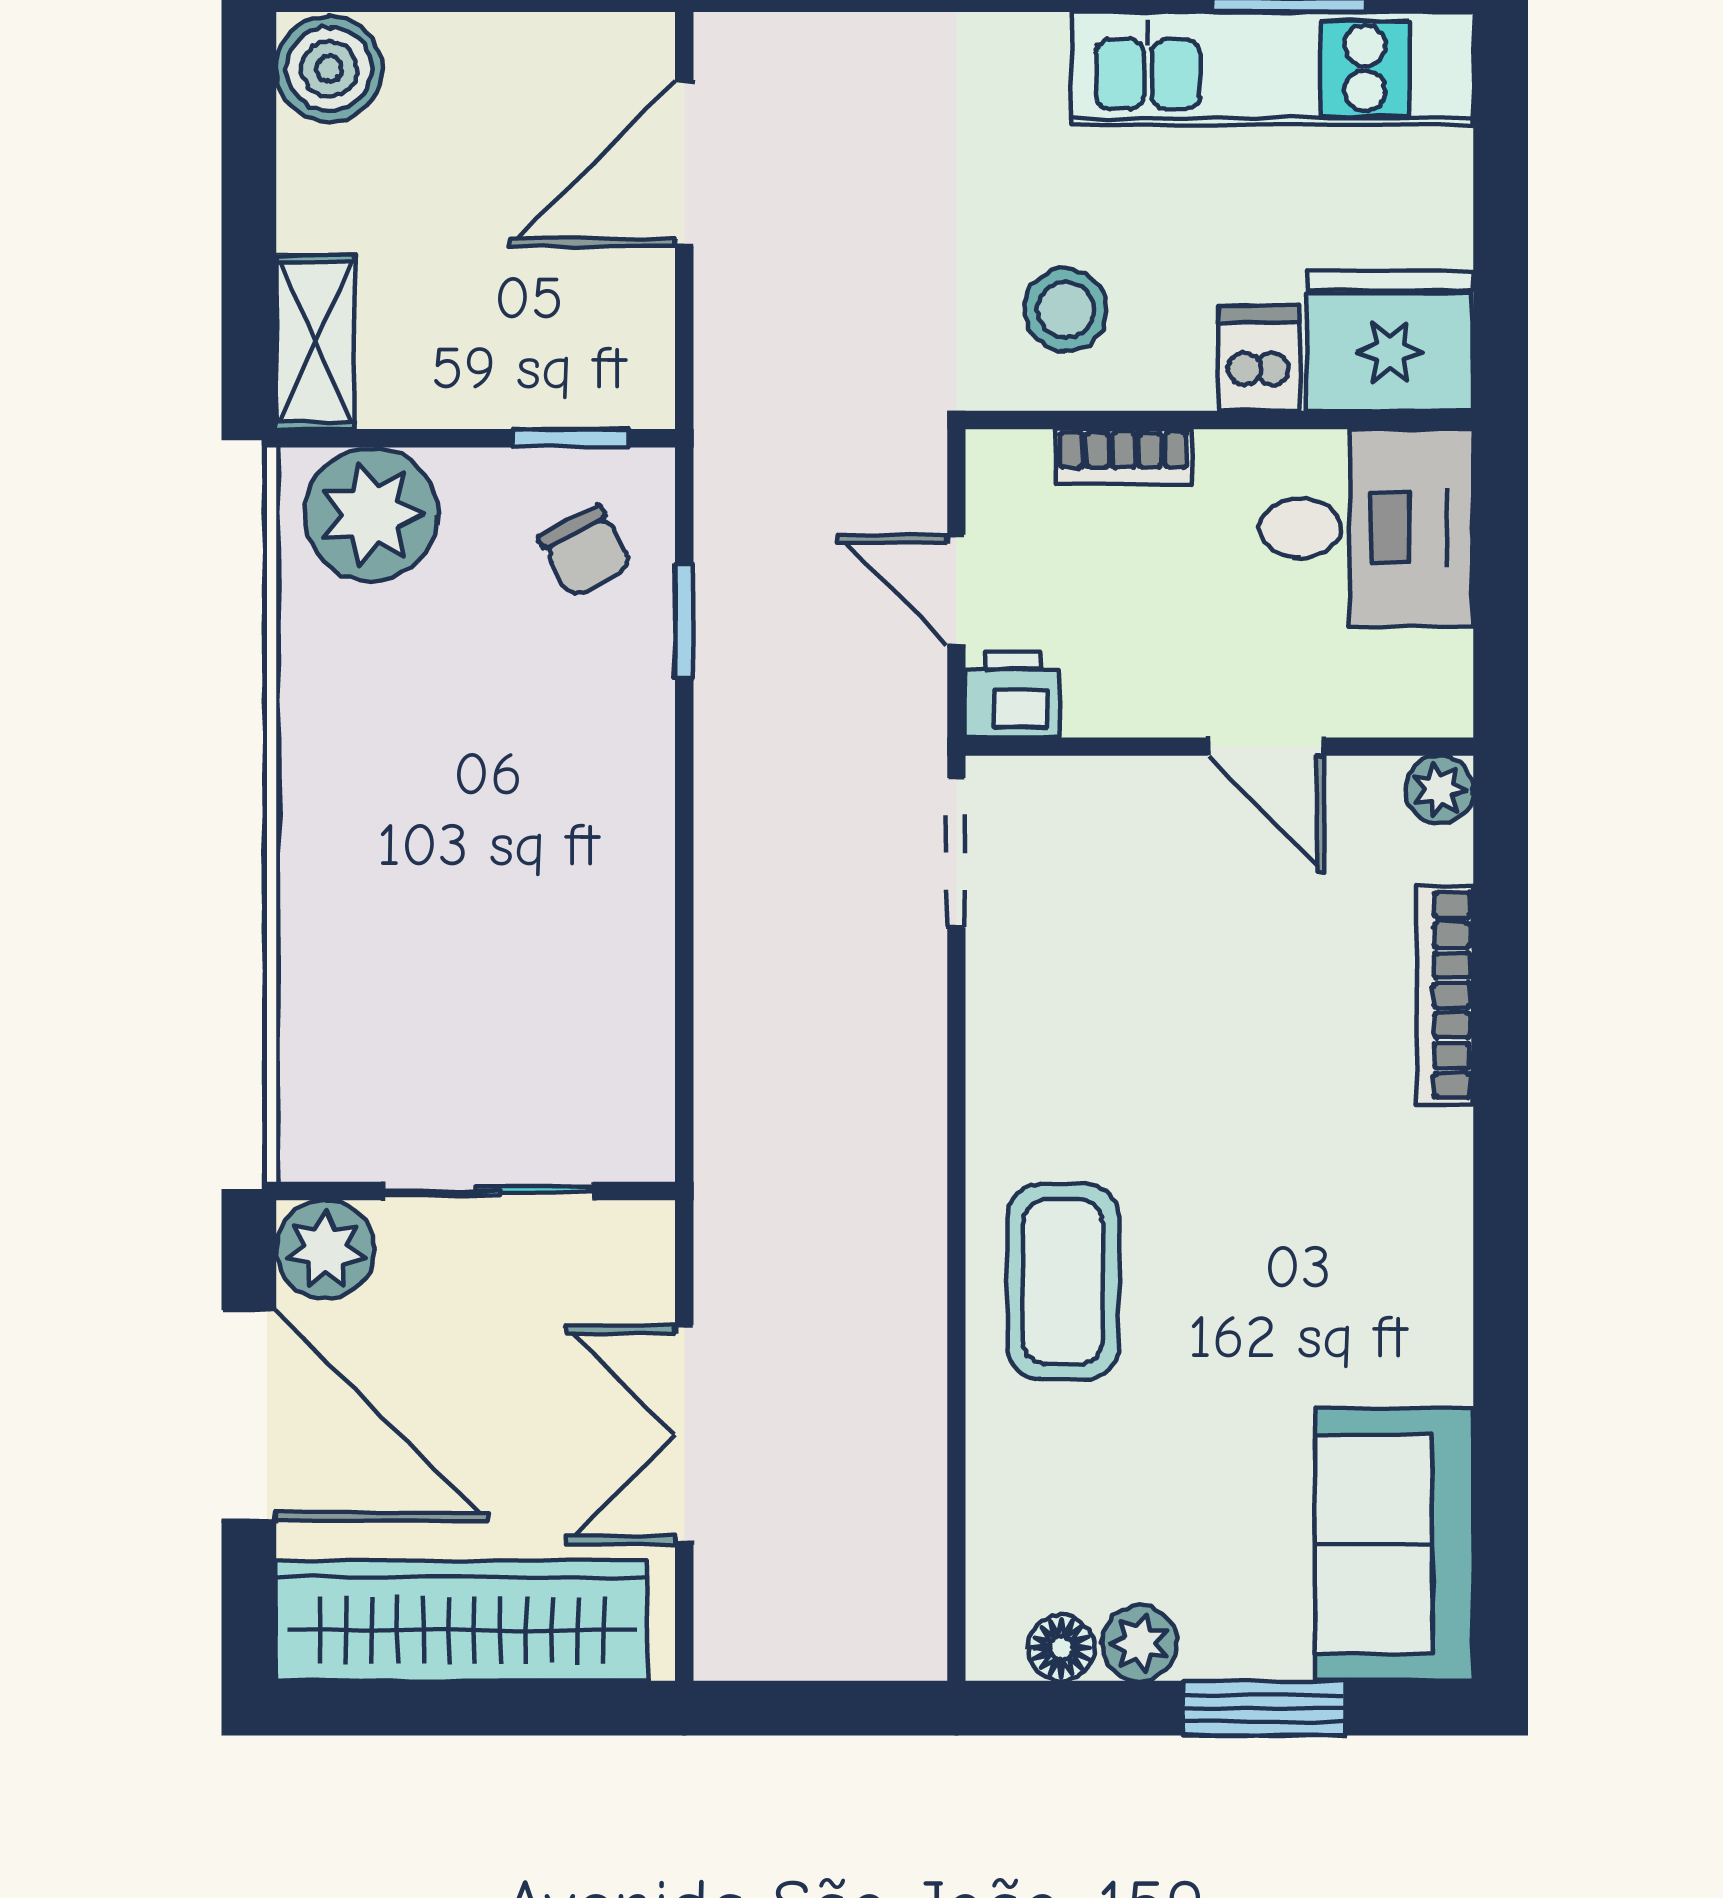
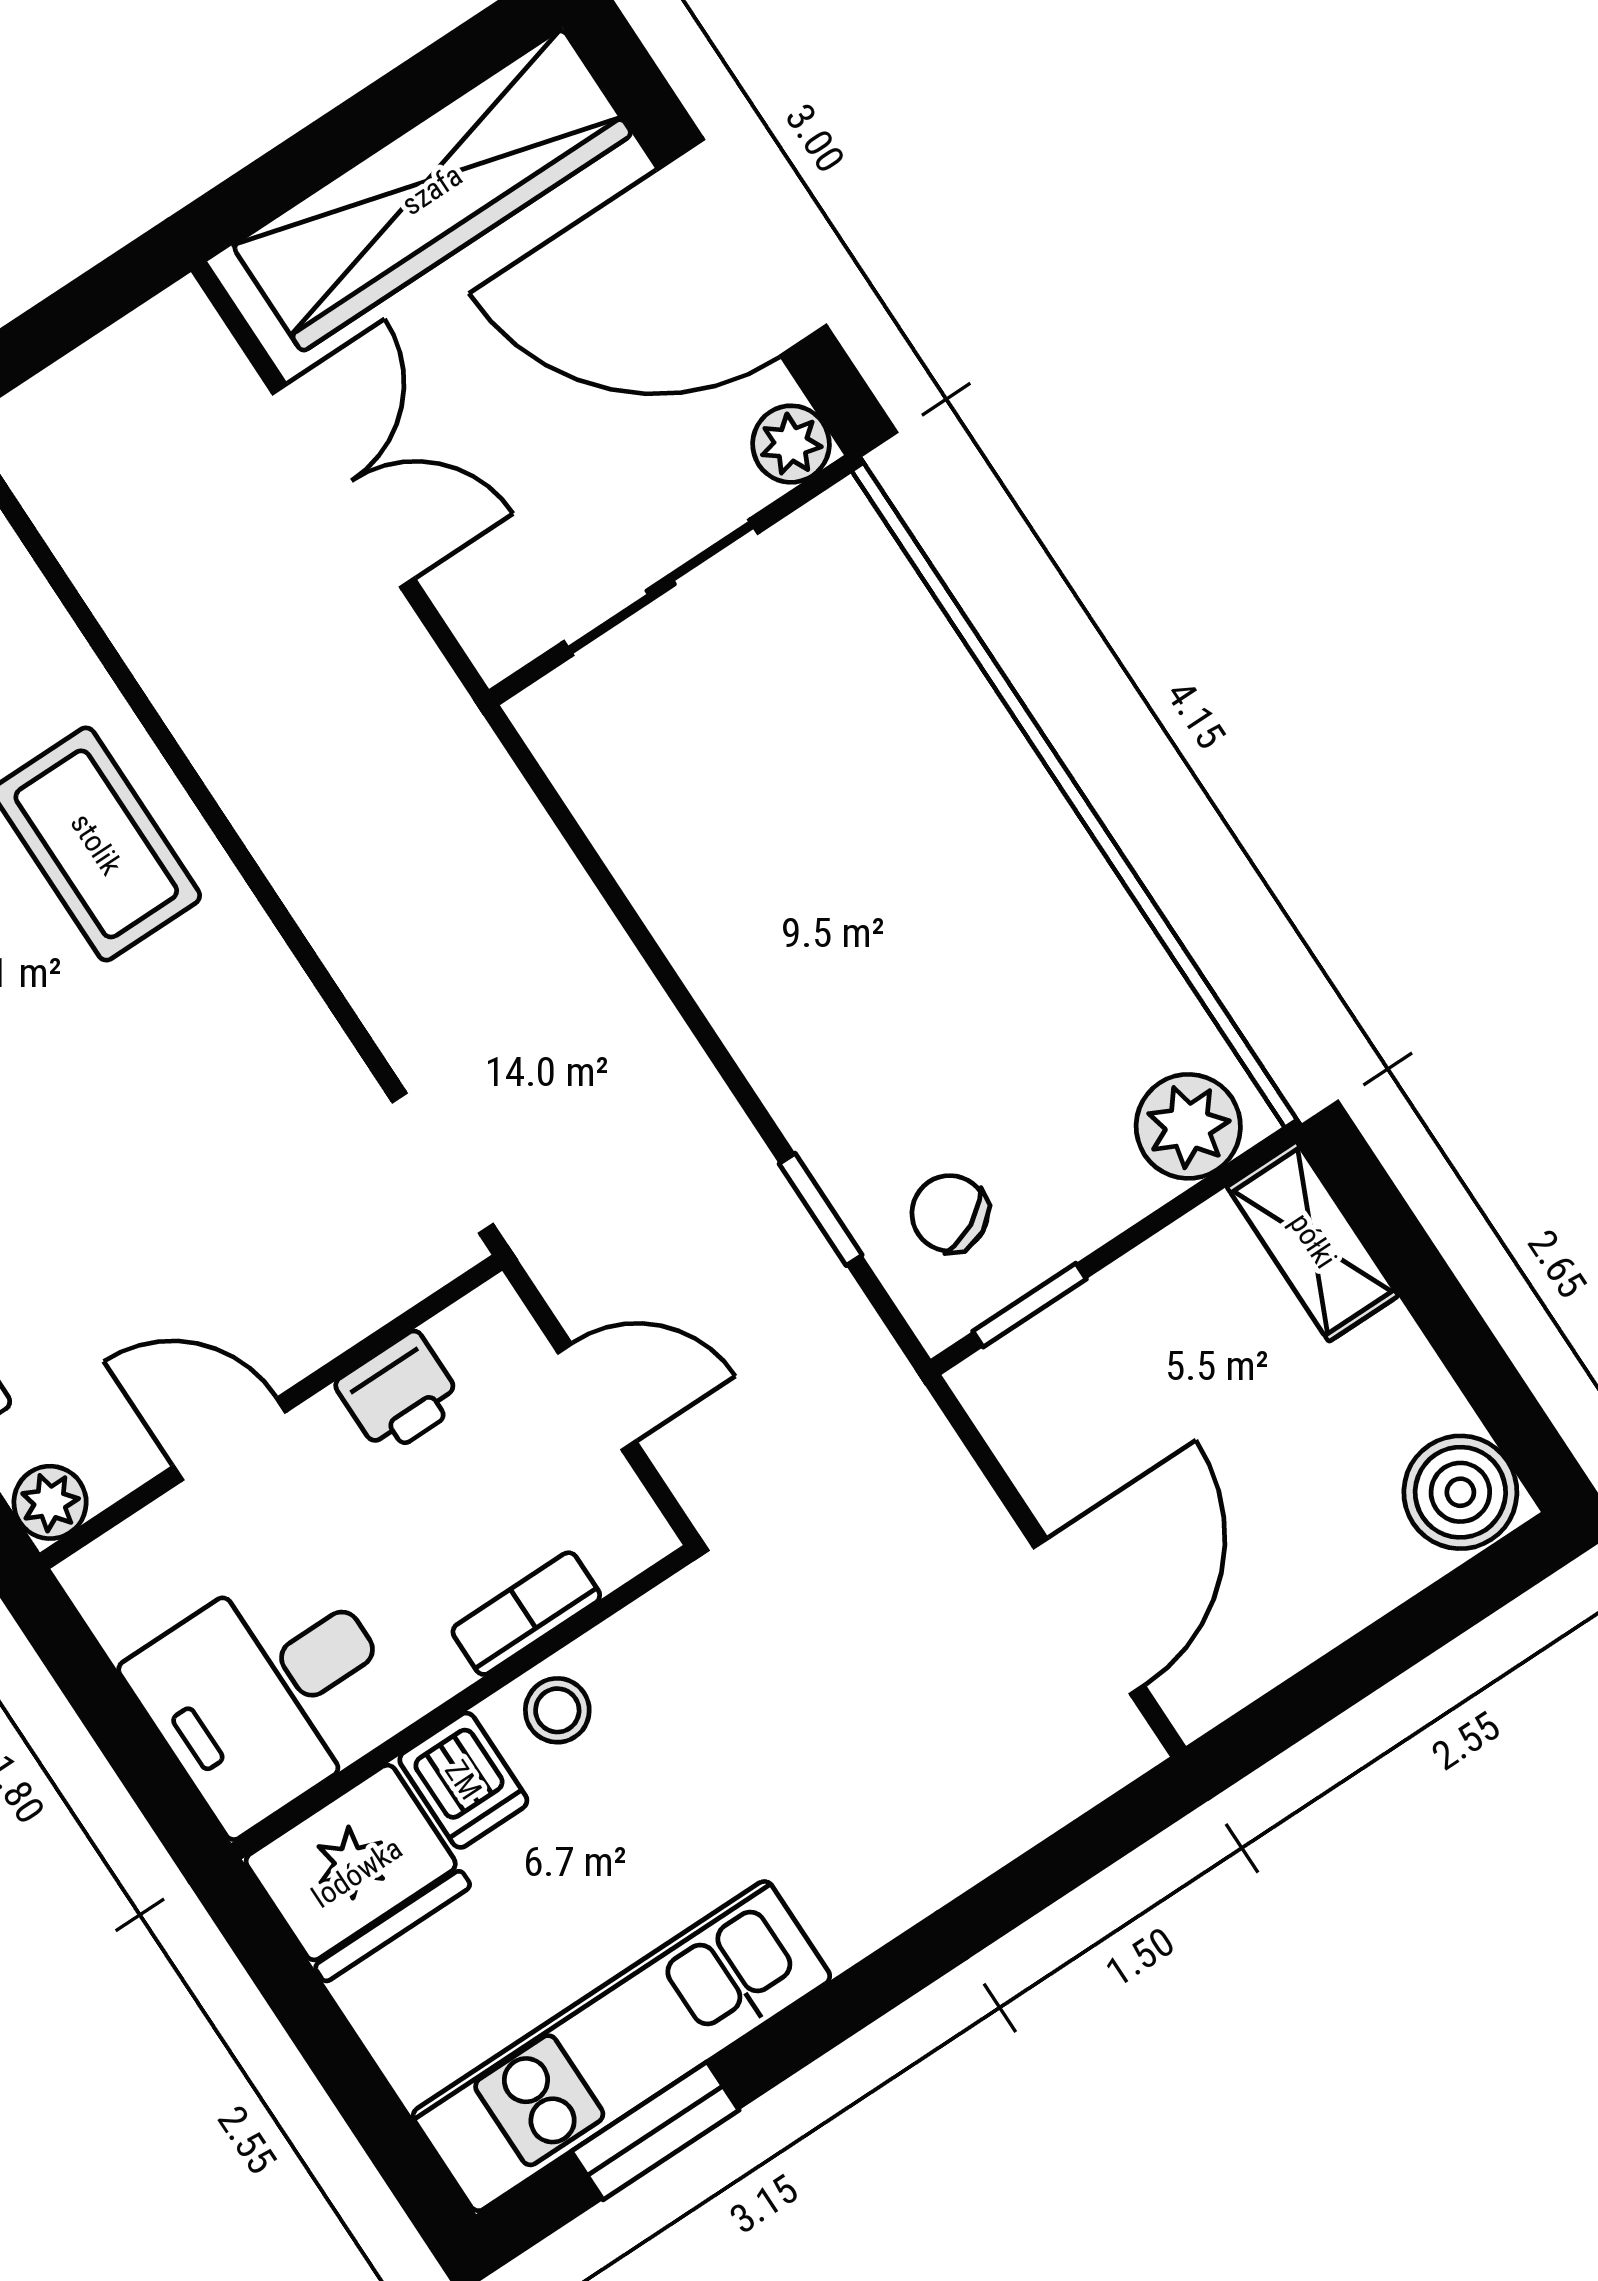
stool: (1066, 310) -> (557, 1710), moved, width x0.73, depth x0.73
plant: (371, 514) -> (1188, 1126), width x0.73, depth x0.73
printer: (1013, 695) -> (399, 1393), moved
plant: (326, 1250) -> (791, 444), width x0.73, depth x0.73

